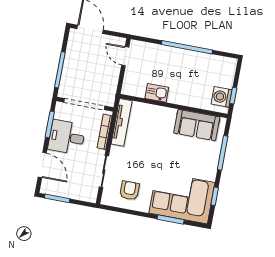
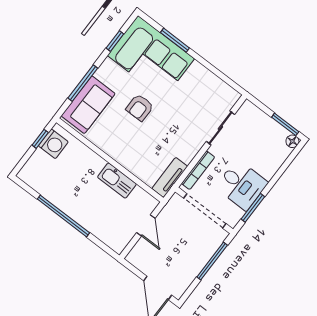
door: (125, 56) -> (146, 225), moved
kitchen sink: (157, 93) -> (117, 181), width x1.38
tv unit: (122, 122) -> (170, 177), width x0.71
sofa: (197, 125) -> (88, 105), moved, turned 90
door: (42, 165) -> (283, 168), removed
floor lamp: (45, 189) -> (292, 141), added
armchair: (130, 190) -> (140, 108), moved

